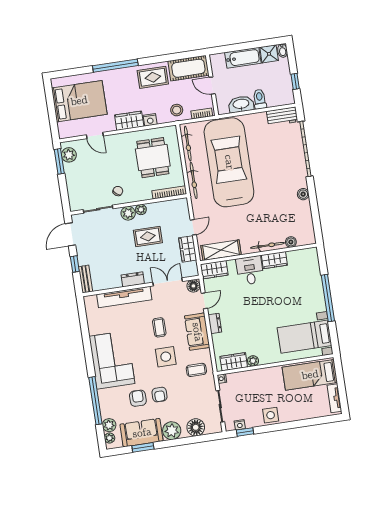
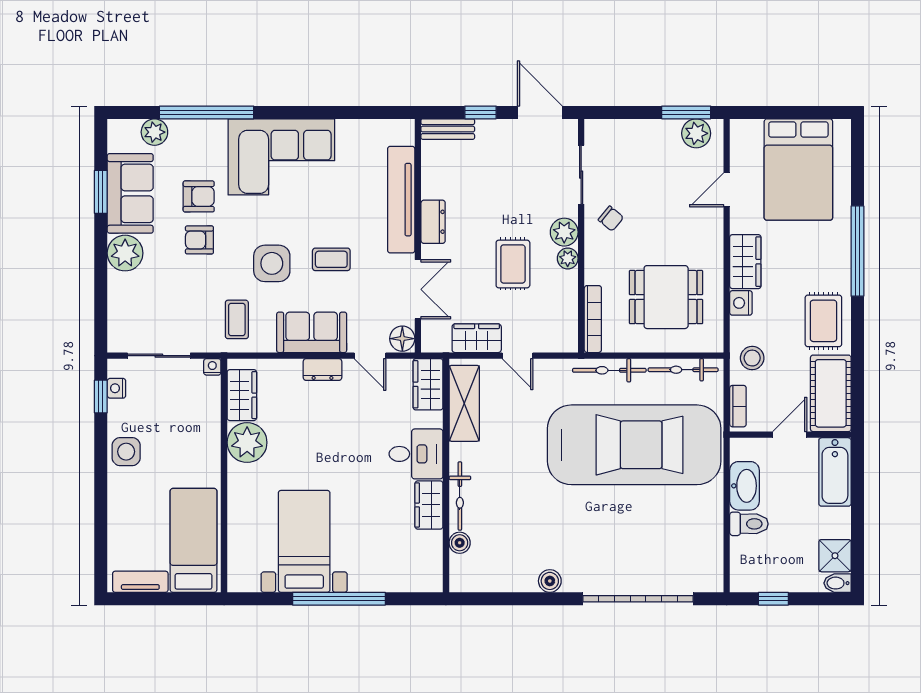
bathtub: (243, 58) -> (835, 472), moved
workbench: (282, 116) -> (708, 563), removed
bed with nightstands: (304, 337) -> (304, 541), moved
plant: (253, 361) -> (247, 443), width x1.87, depth x1.87
floor lamp: (196, 427) -> (124, 301), removed
plant: (109, 438) -> (129, 129), removed

